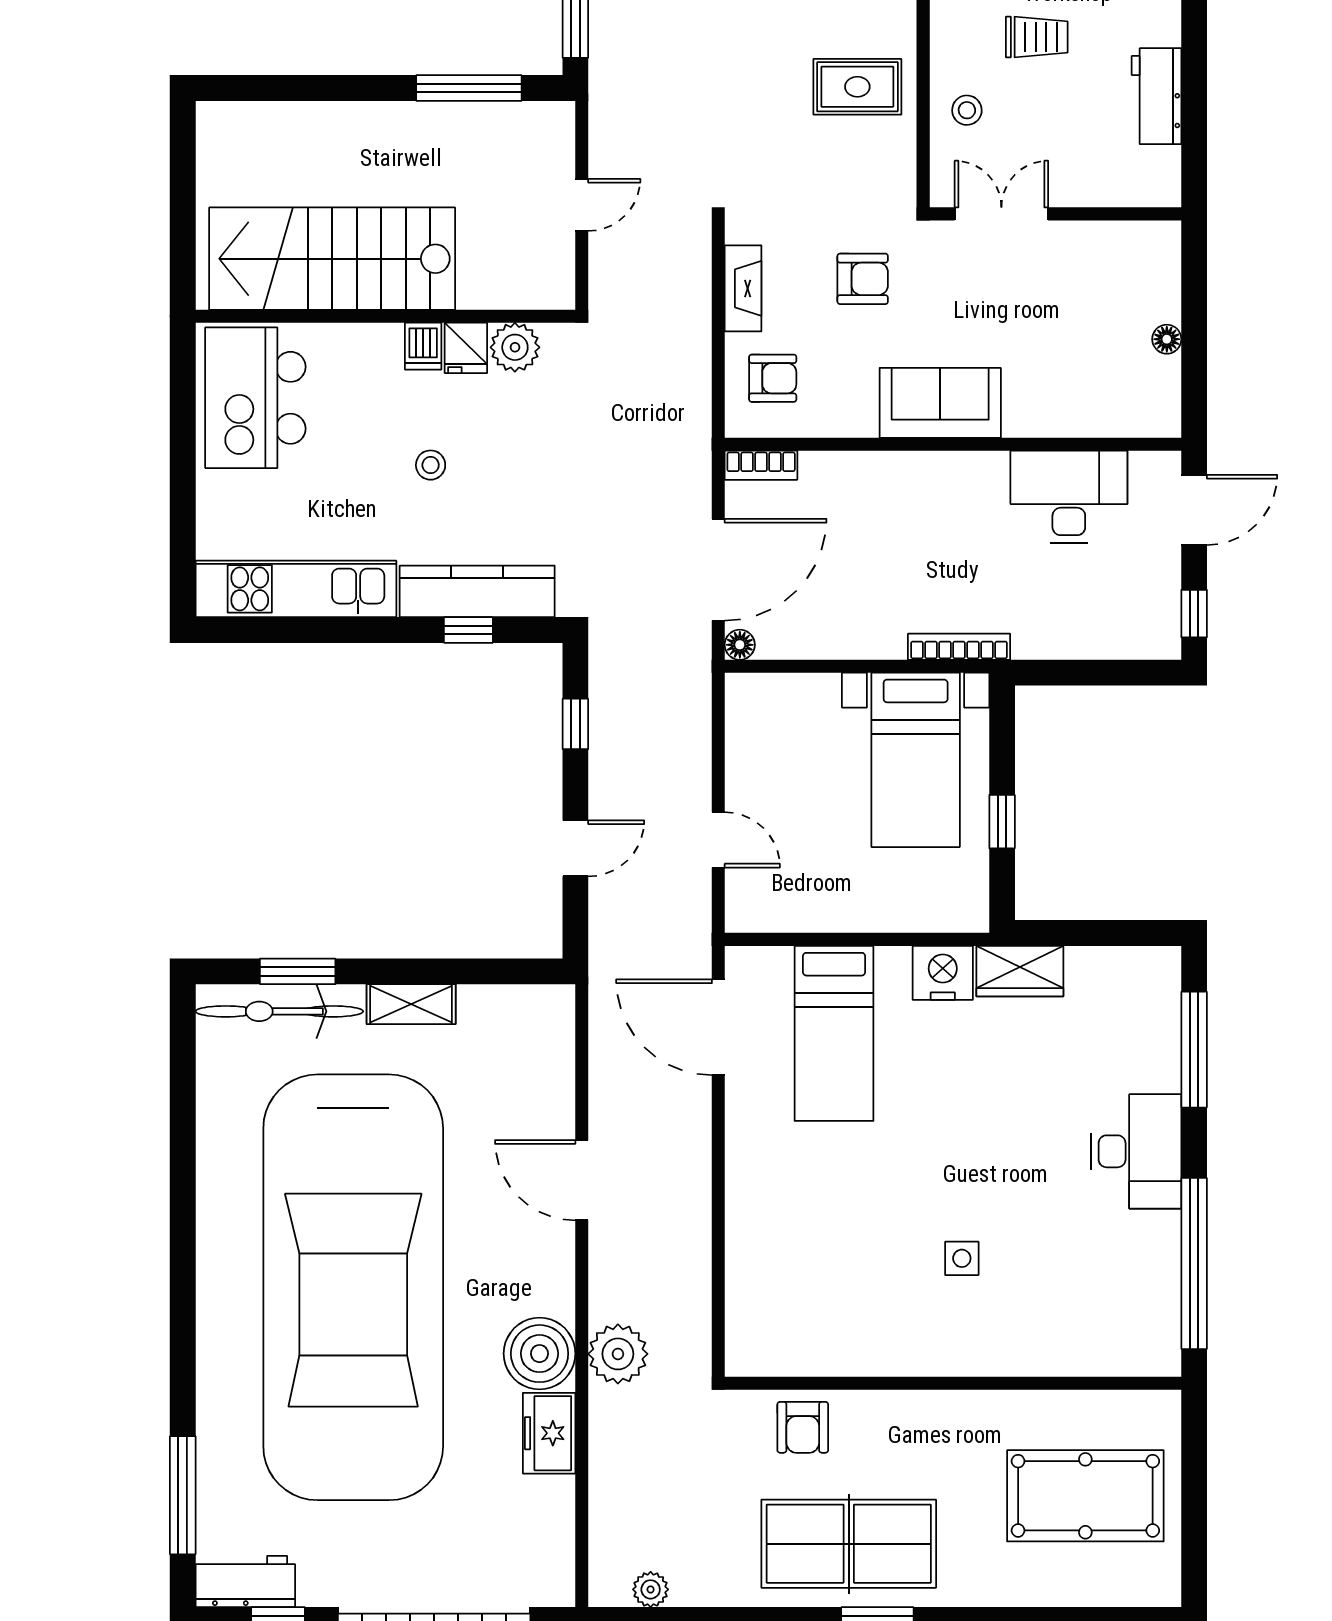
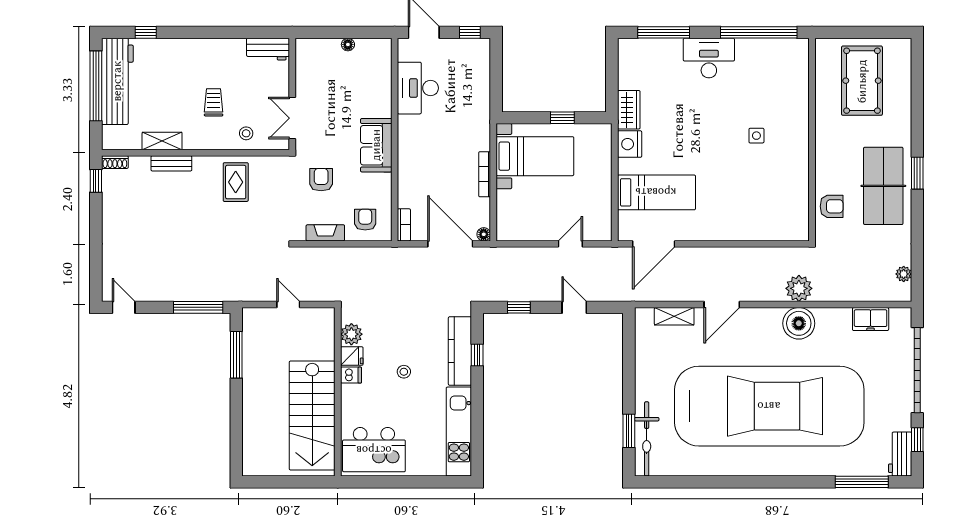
workbench: (1157, 96) -> (268, 49), moved
bookcase: (959, 647) -> (485, 174), moved
shelving: (411, 1004) -> (674, 316), moved, turned 90
freezer: (549, 1433) -> (871, 319), moved

